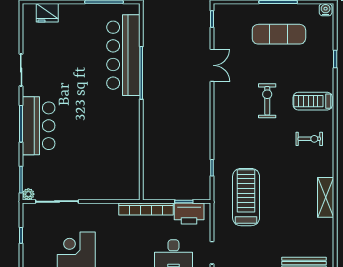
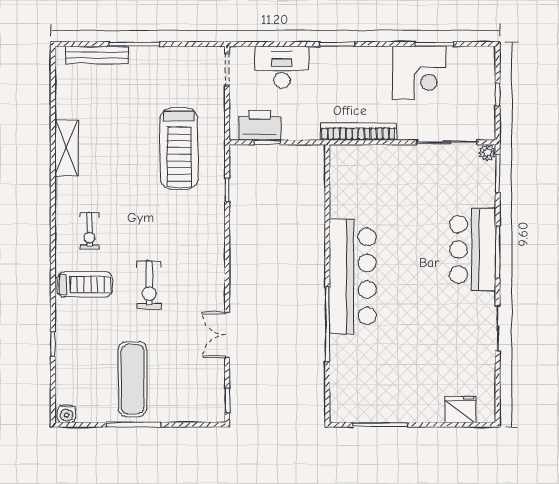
exercise mat: (279, 34) -> (133, 379), turned 90
bar counter: (123, 55) -> (353, 276), moved
exercise bike: (309, 139) -> (90, 231), turned -90
bookcase: (146, 209) -> (358, 132), moved

